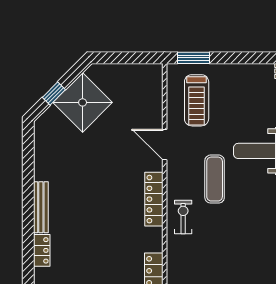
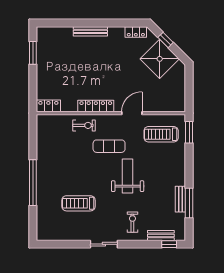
locker: (42, 250) -> (136, 32), moved

